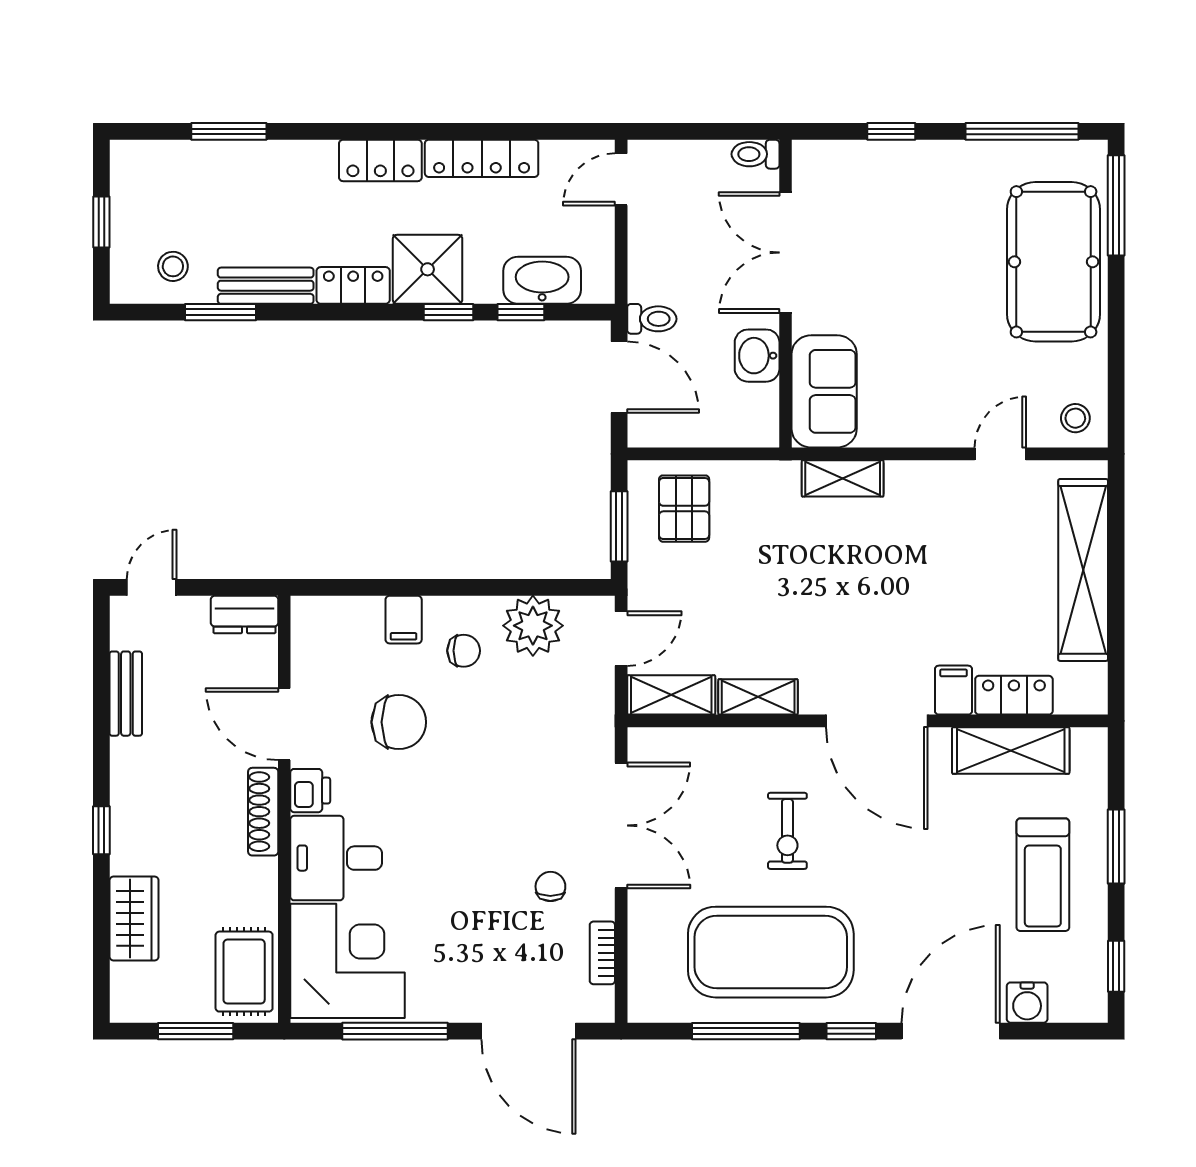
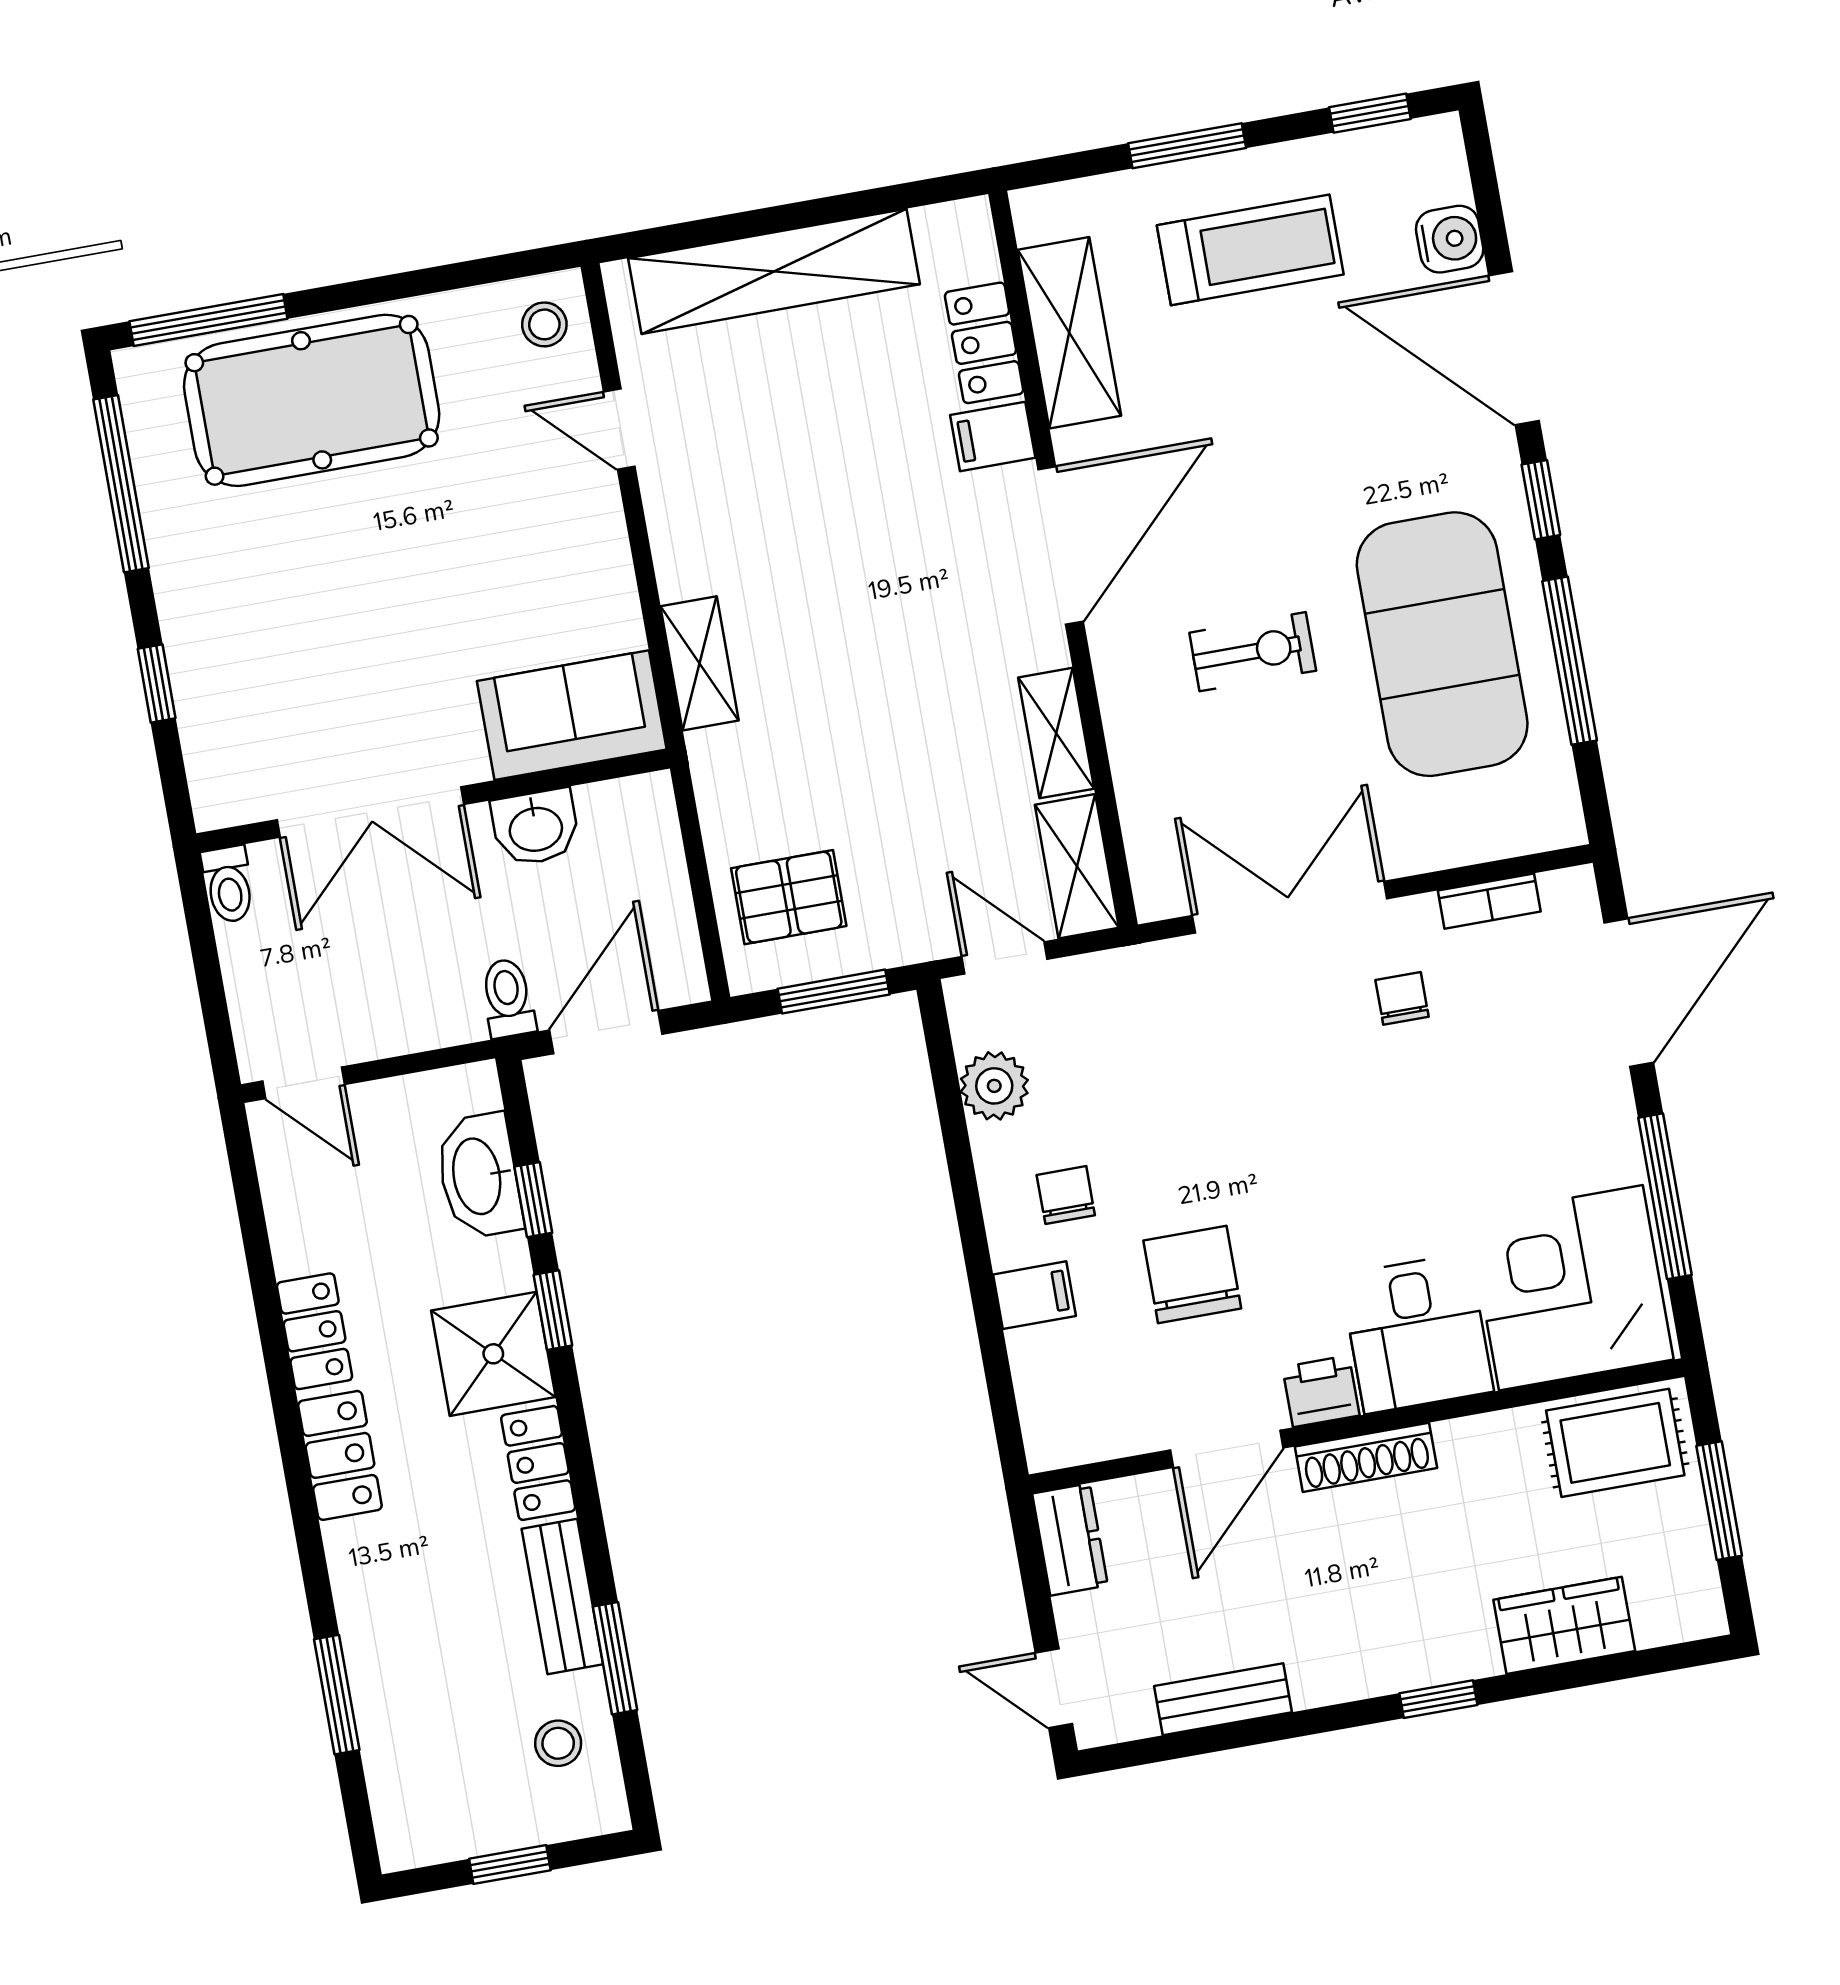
locker: (482, 158) -> (315, 1331), width x0.66
plant: (533, 626) -> (994, 1086), width x0.73, depth x0.73
chair: (550, 886) -> (1402, 998), turned 90

